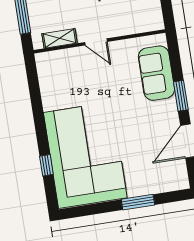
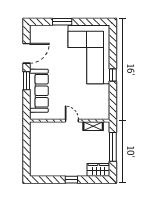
sofa: (156, 73) -> (39, 91), width x1.36
window: (46, 165) -> (113, 75), moved

